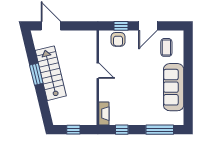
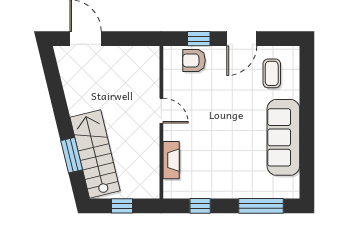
armchair: (118, 39) -> (194, 60), turned 90
stairs: (51, 73) -> (95, 154), moved
window: (36, 74) -> (72, 155), moved
fireplace: (104, 114) -> (171, 160), moved

